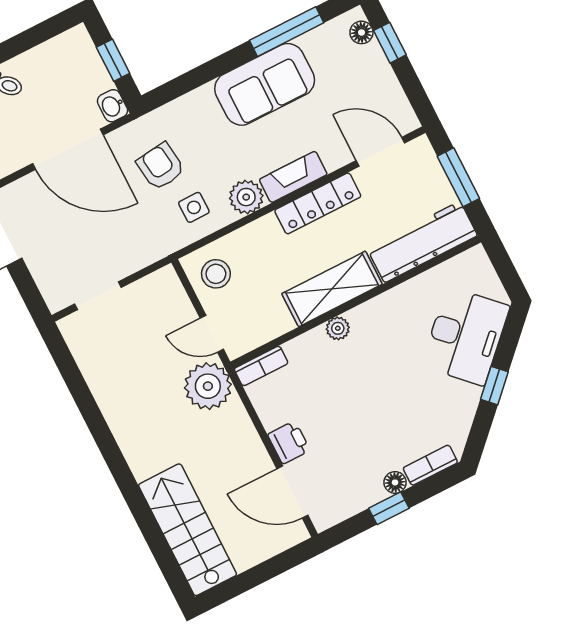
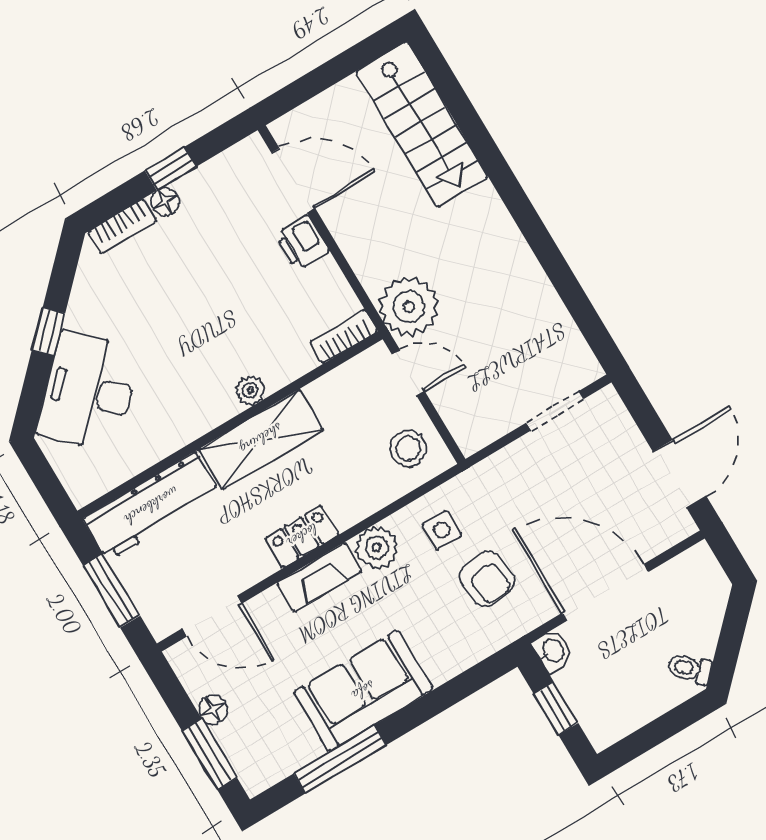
floor lamp: (361, 32) -> (213, 709), moved
window: (390, 43) -> (209, 754), width x1.50
locker: (318, 203) -> (302, 536), width x0.66

